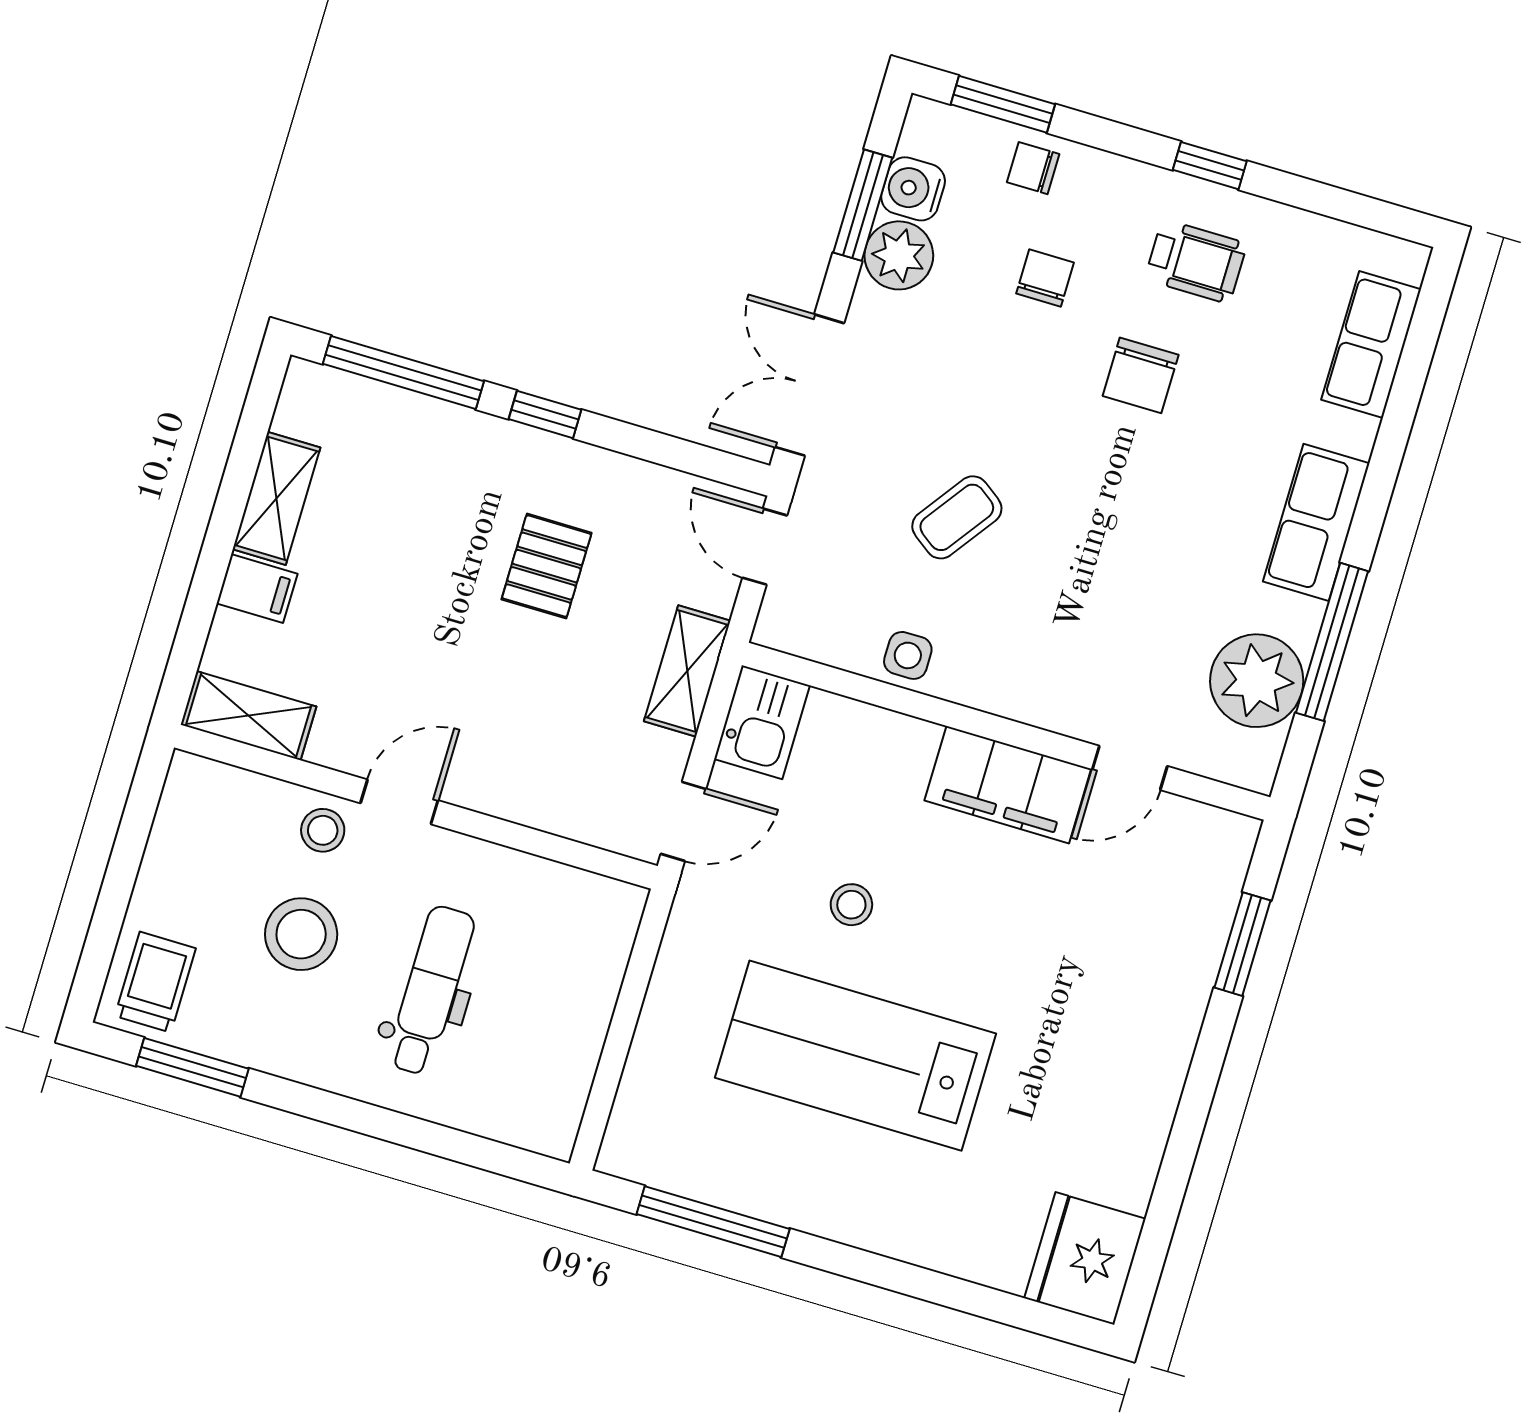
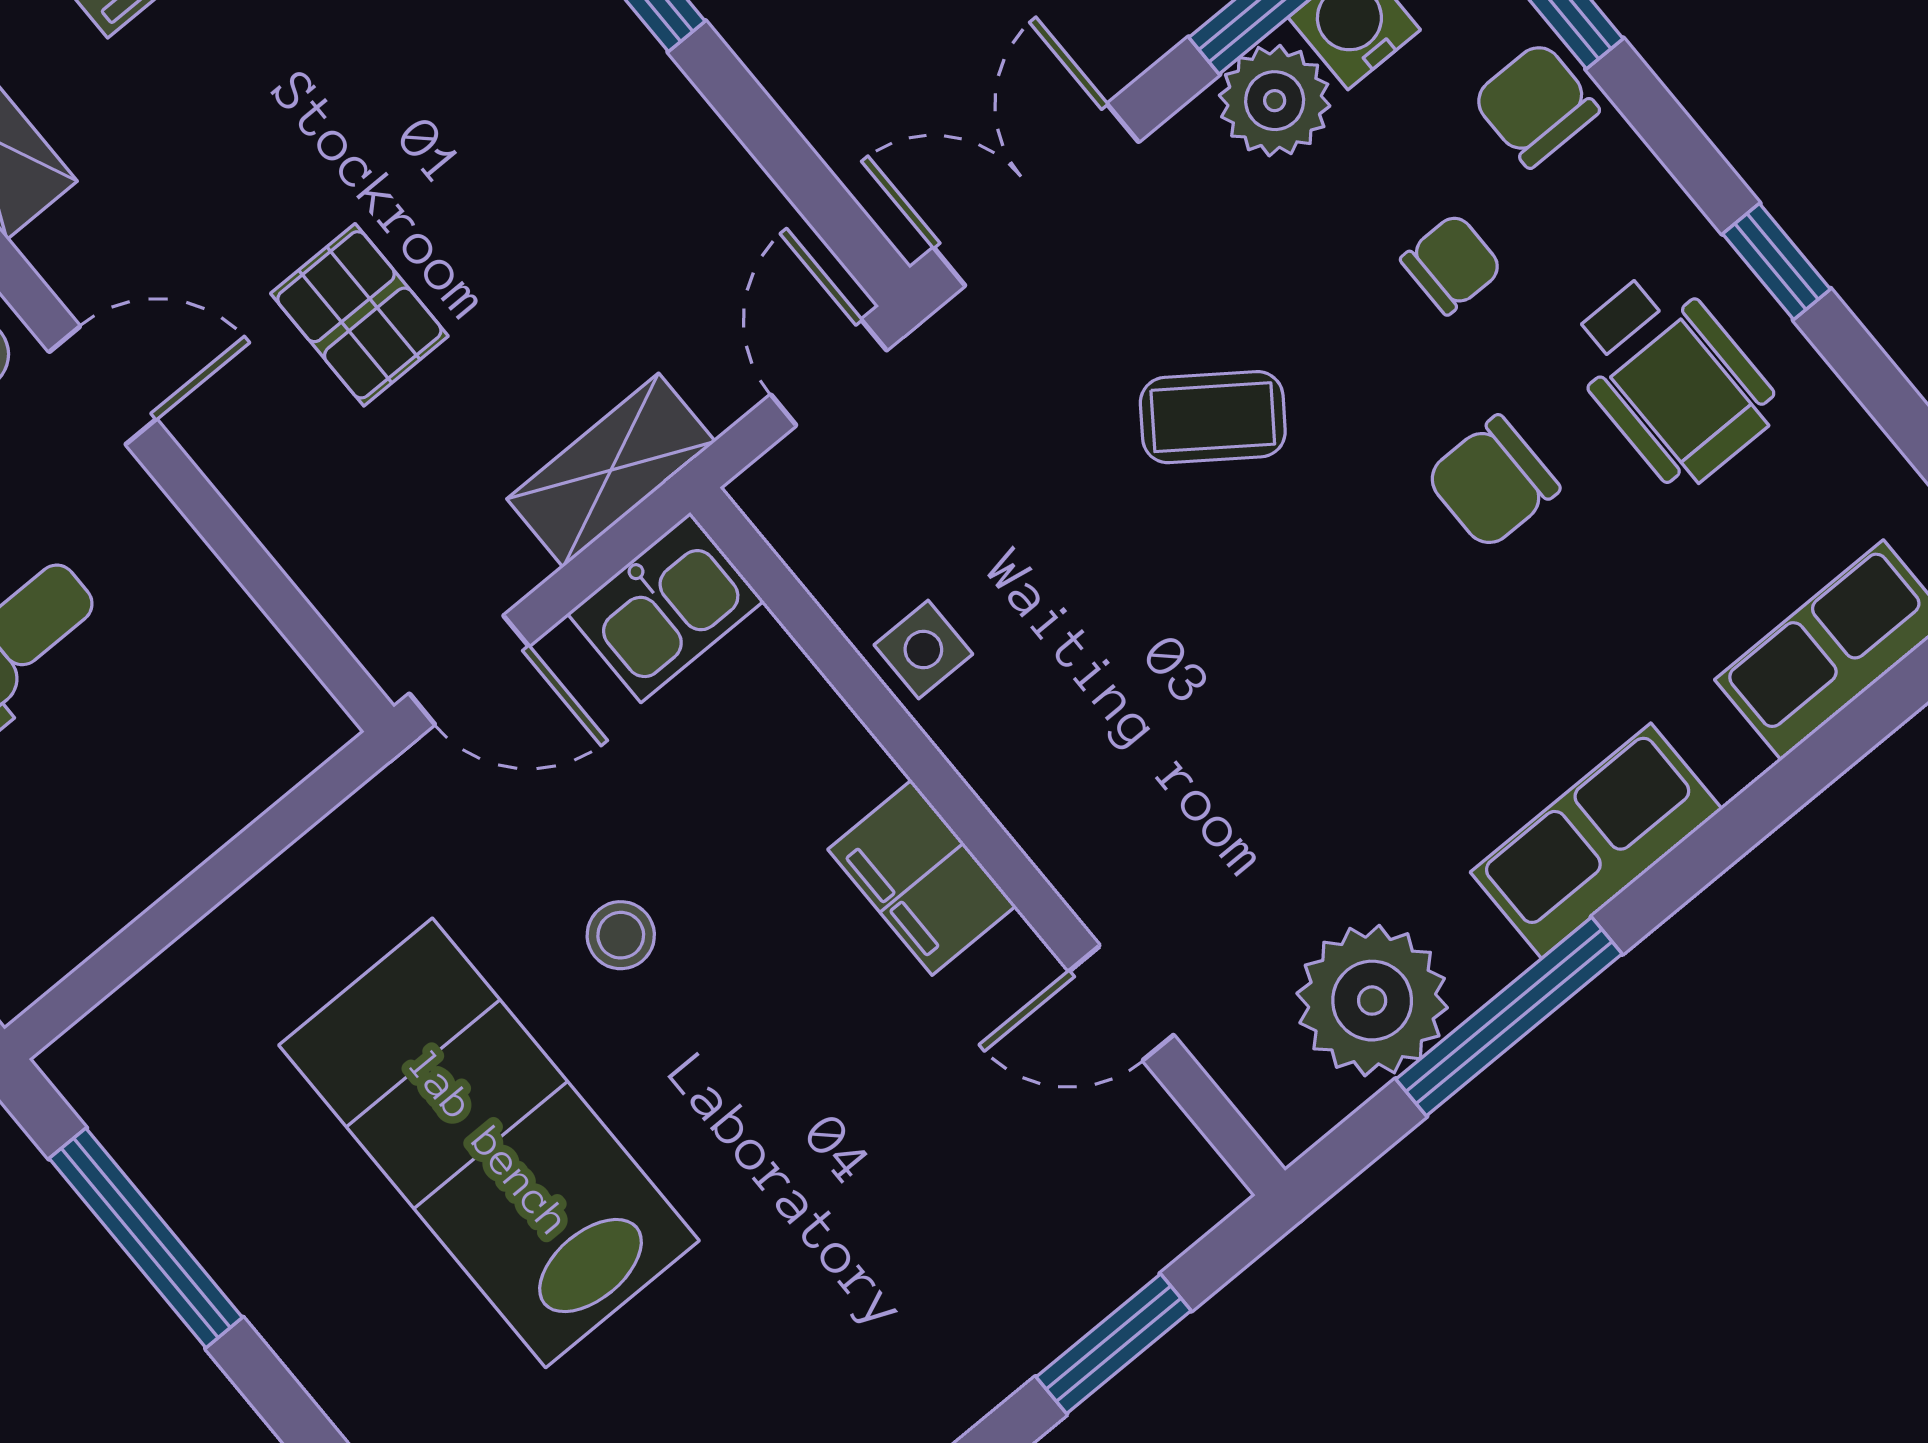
chair: (1033, 168) -> (1536, 104), width x1.37, depth x1.37
wheelchair: (1196, 261) -> (1671, 378), width x1.36, depth x1.37
coffee table: (957, 517) -> (1213, 417), moved
pallet: (547, 566) -> (359, 315), moved, turned 90
filing cabinet: (1008, 785) -> (922, 878), width x0.67, depth x0.86

